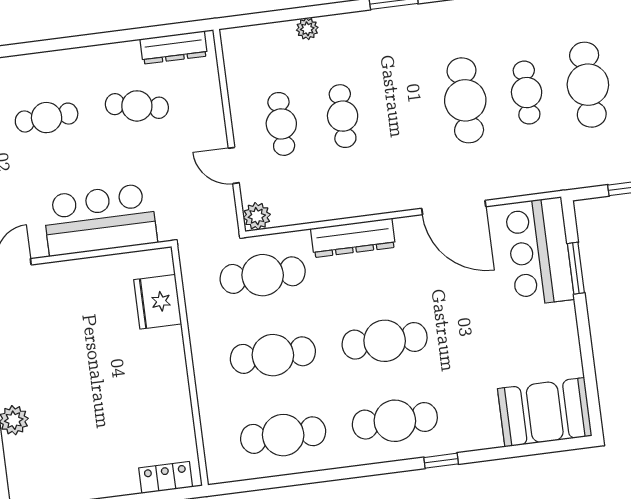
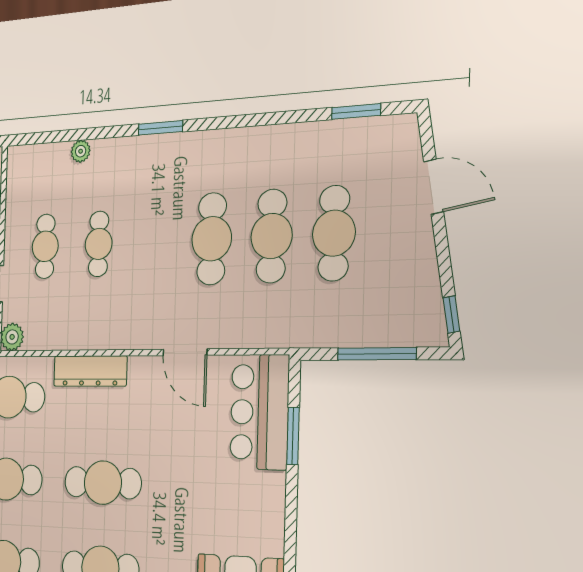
cafe table: (527, 93) -> (272, 236), width x1.37, depth x1.35
door: (454, 208) -> (185, 352), width x0.73

